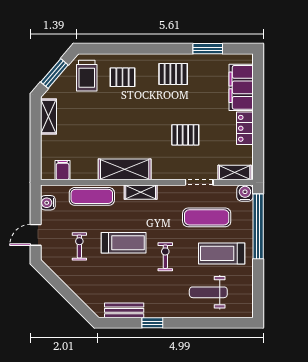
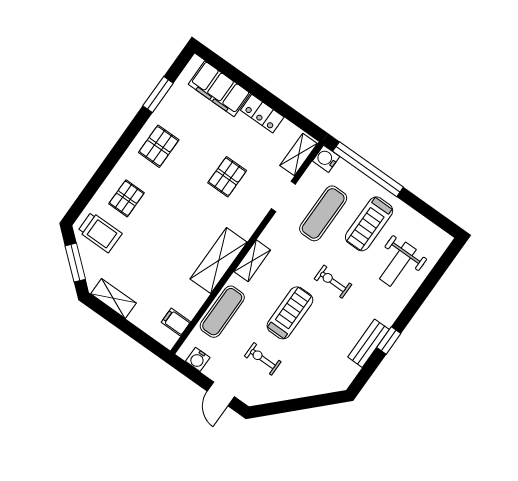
bench: (124, 310) -> (368, 343), moved

